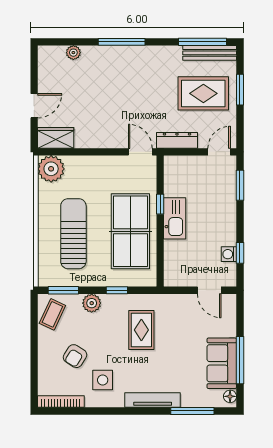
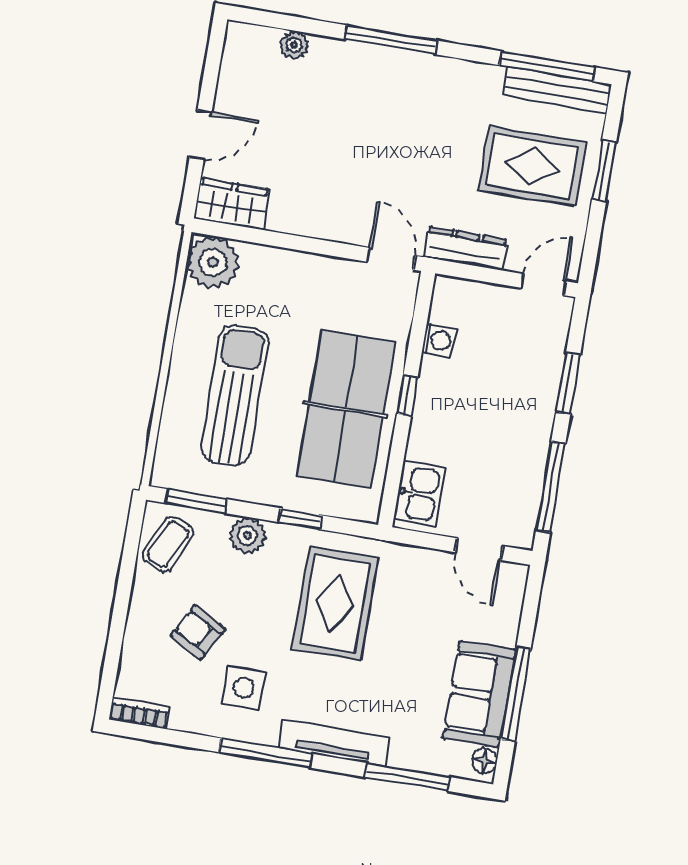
window: (240, 185) -> (568, 384), moved
window: (160, 204) -> (407, 396), moved
kitchen sink: (175, 218) -> (419, 494), moved, width x0.73
window: (240, 253) -> (551, 487), width x2.17
washing machine: (229, 254) -> (439, 340), moved, turned 180
rug: (141, 330) -> (335, 604), width x1.36, depth x1.43
armchair: (75, 356) -> (198, 632), turned 87
bookcase: (61, 401) -> (139, 713), width x0.64
window: (119, 411) -> (266, 753), added

